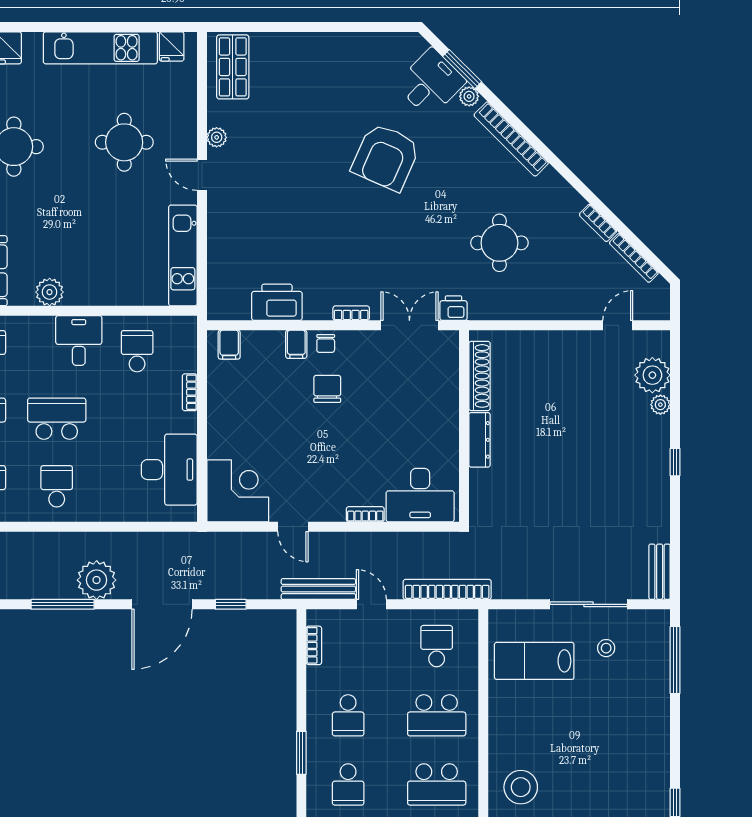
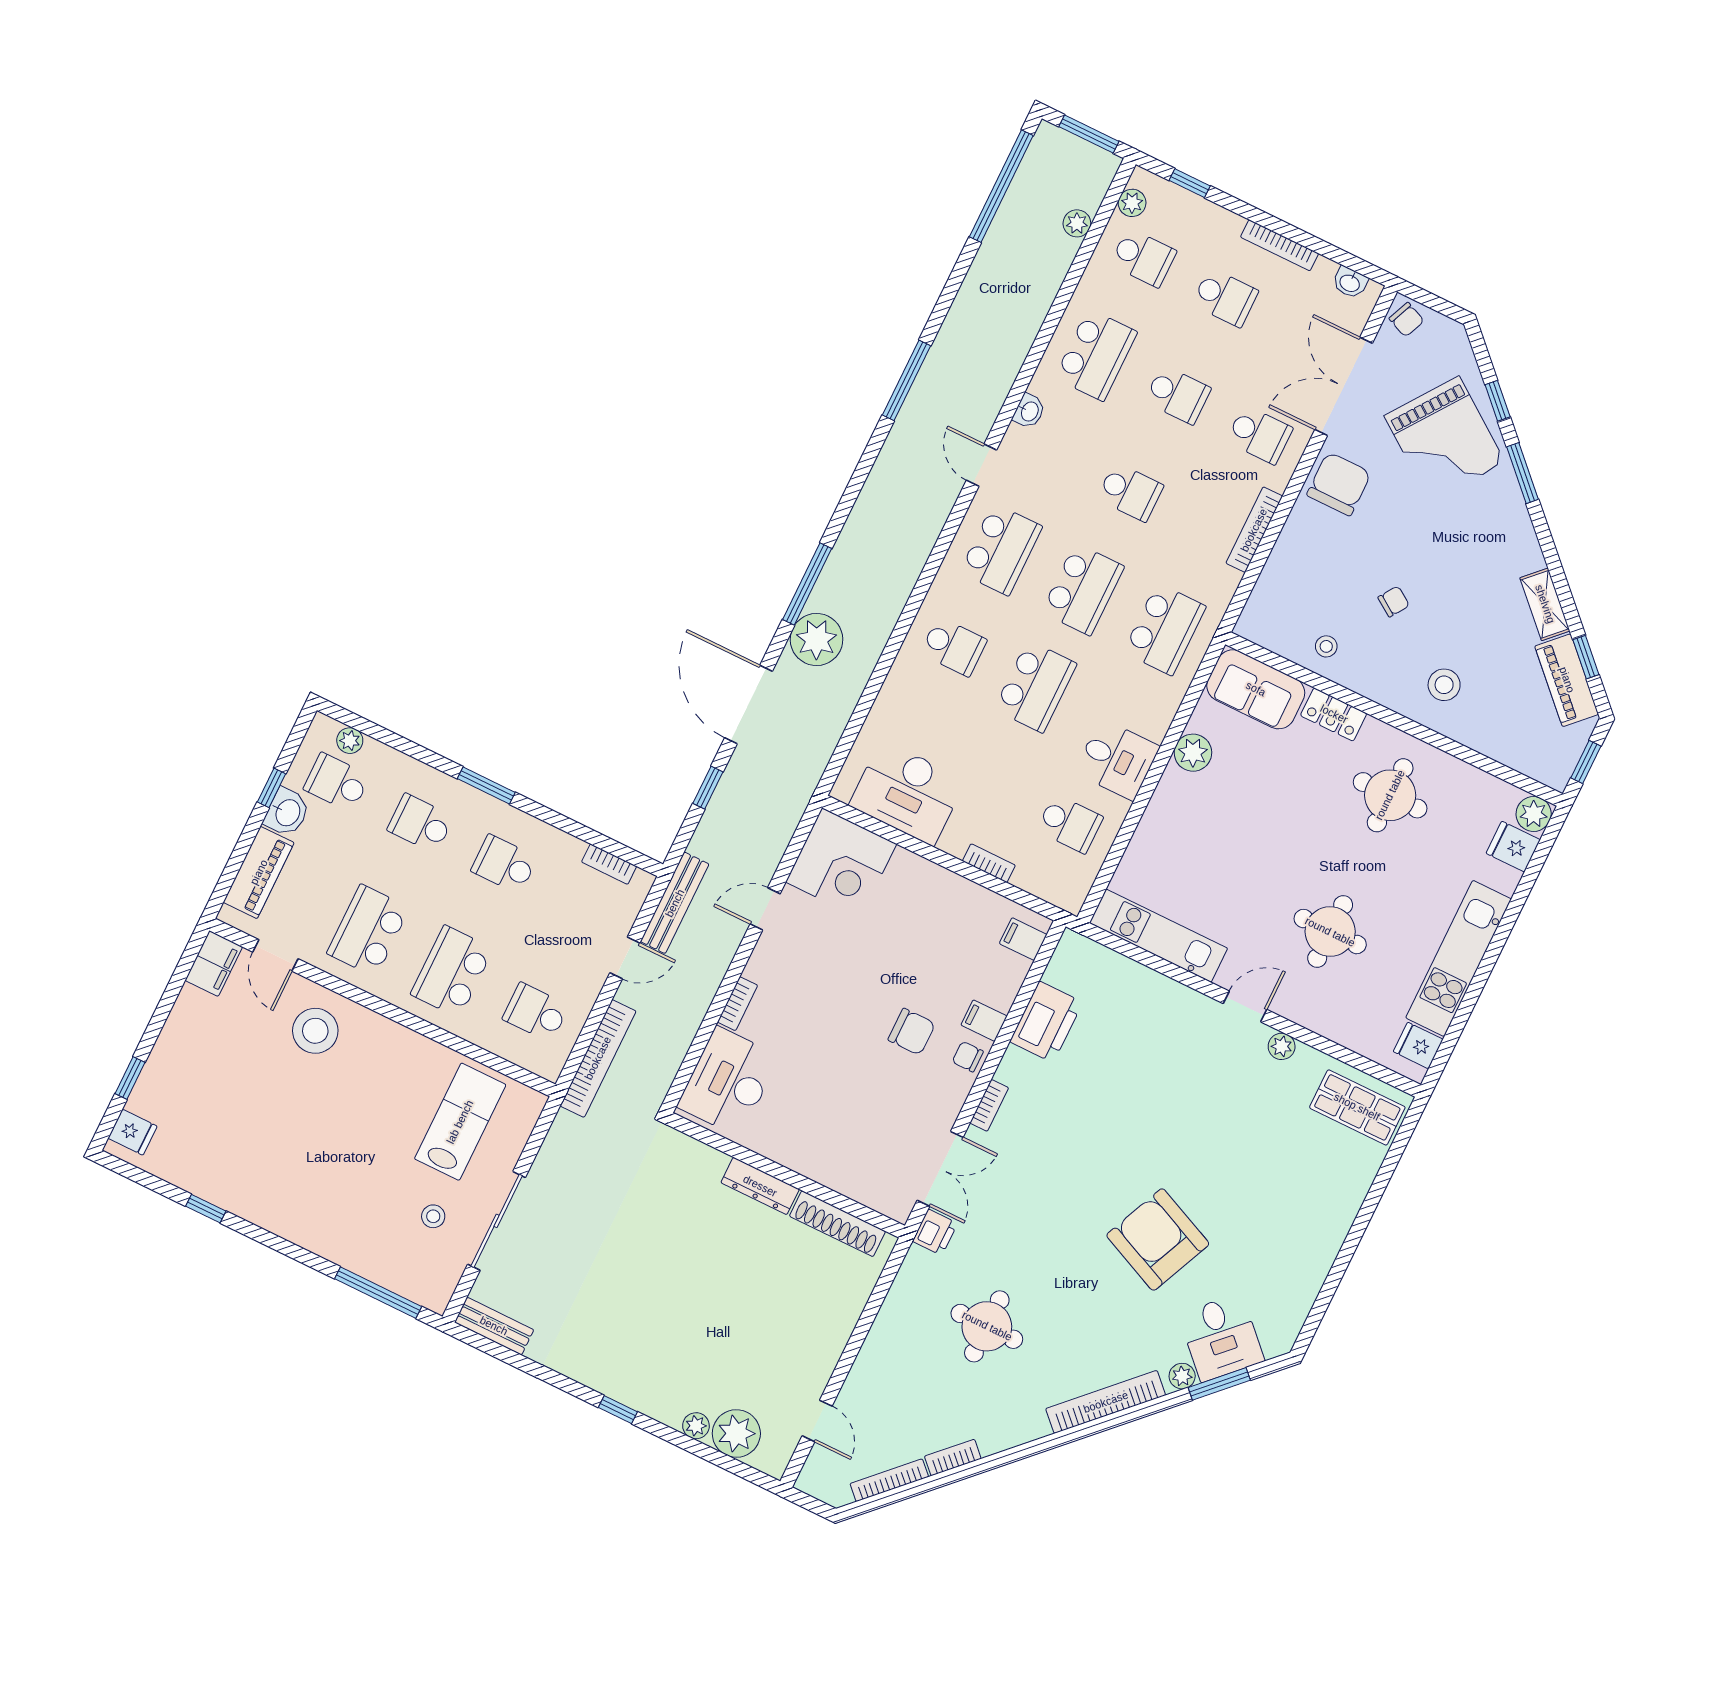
school desk: (437, 646) -> (536, 1012), turned 180

